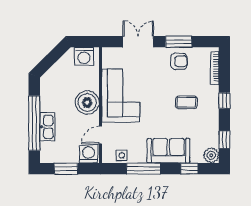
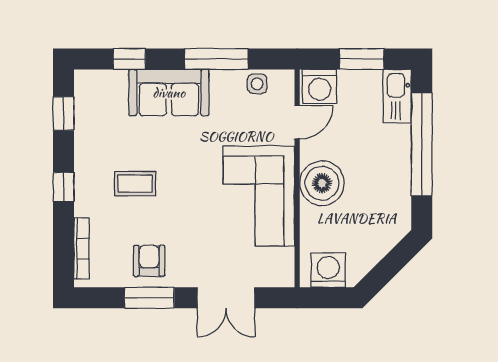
armchair: (179, 61) -> (149, 261), turned 90
kitchen sink: (47, 127) -> (397, 96), moved
plant: (211, 155) -> (88, 84), removed

